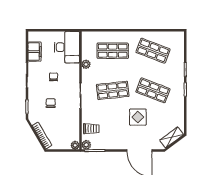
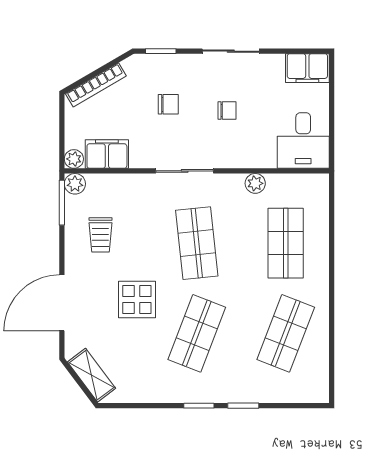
desk: (67, 47) -> (303, 141), width x0.73
filing cabinet: (35, 52) -> (307, 68), moved
trolley: (91, 129) -> (100, 235), moved
filing cabinet: (73, 131) -> (107, 154), added

